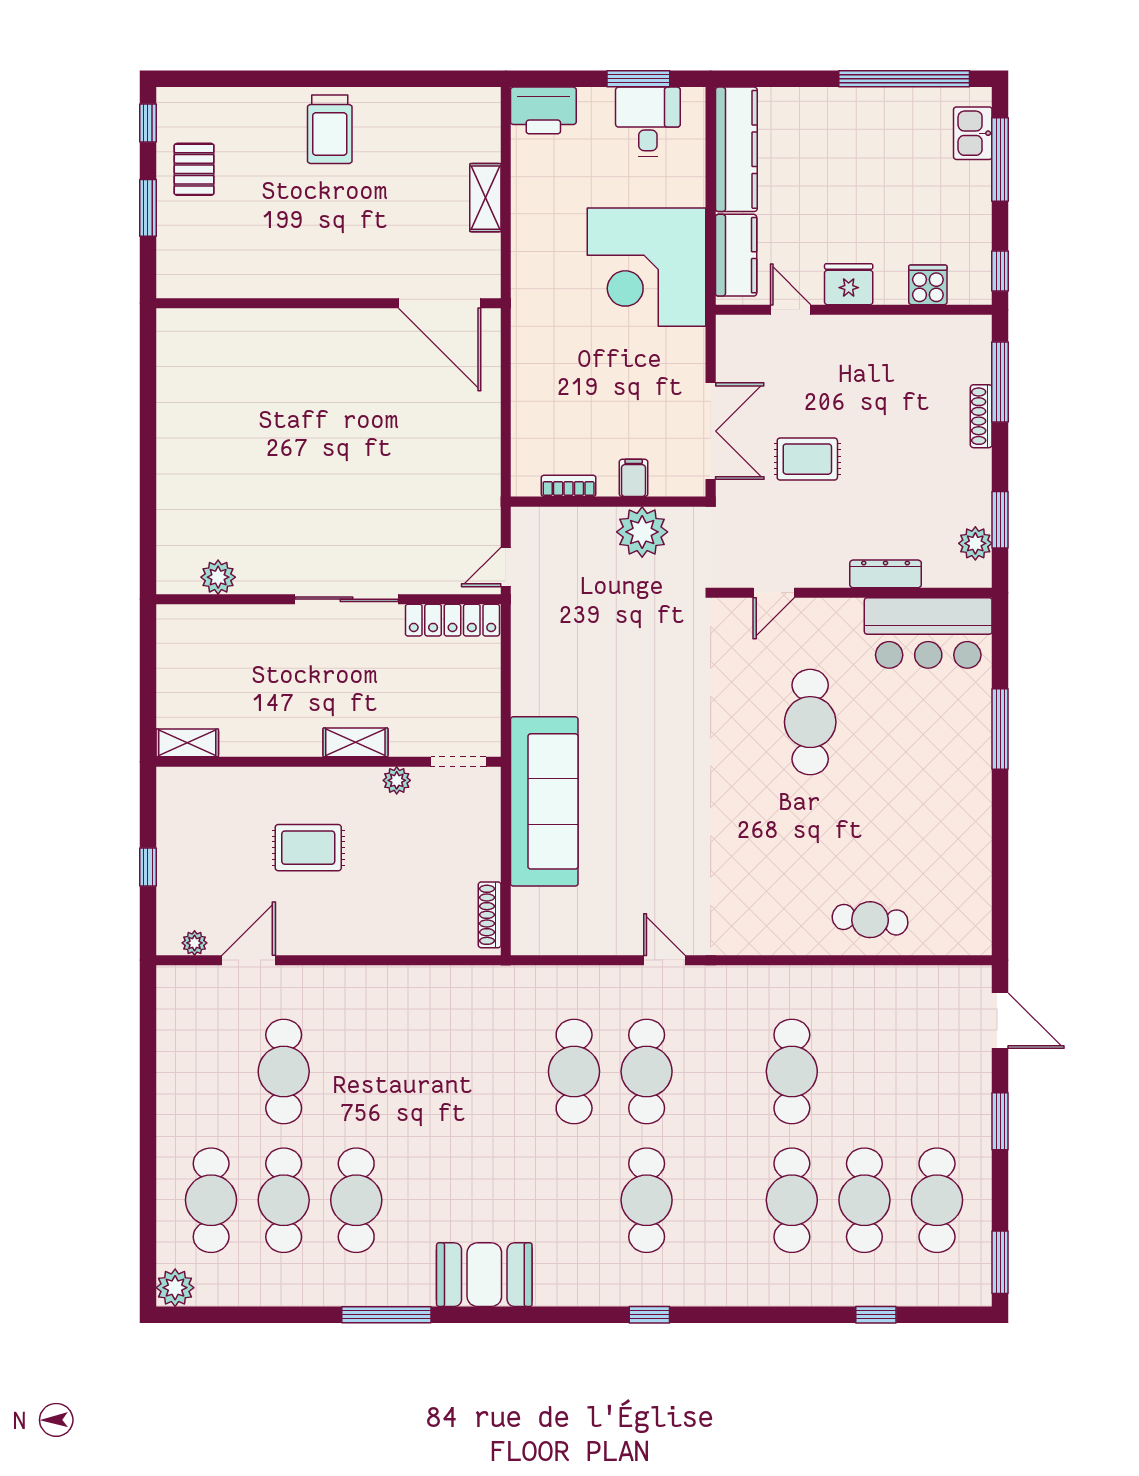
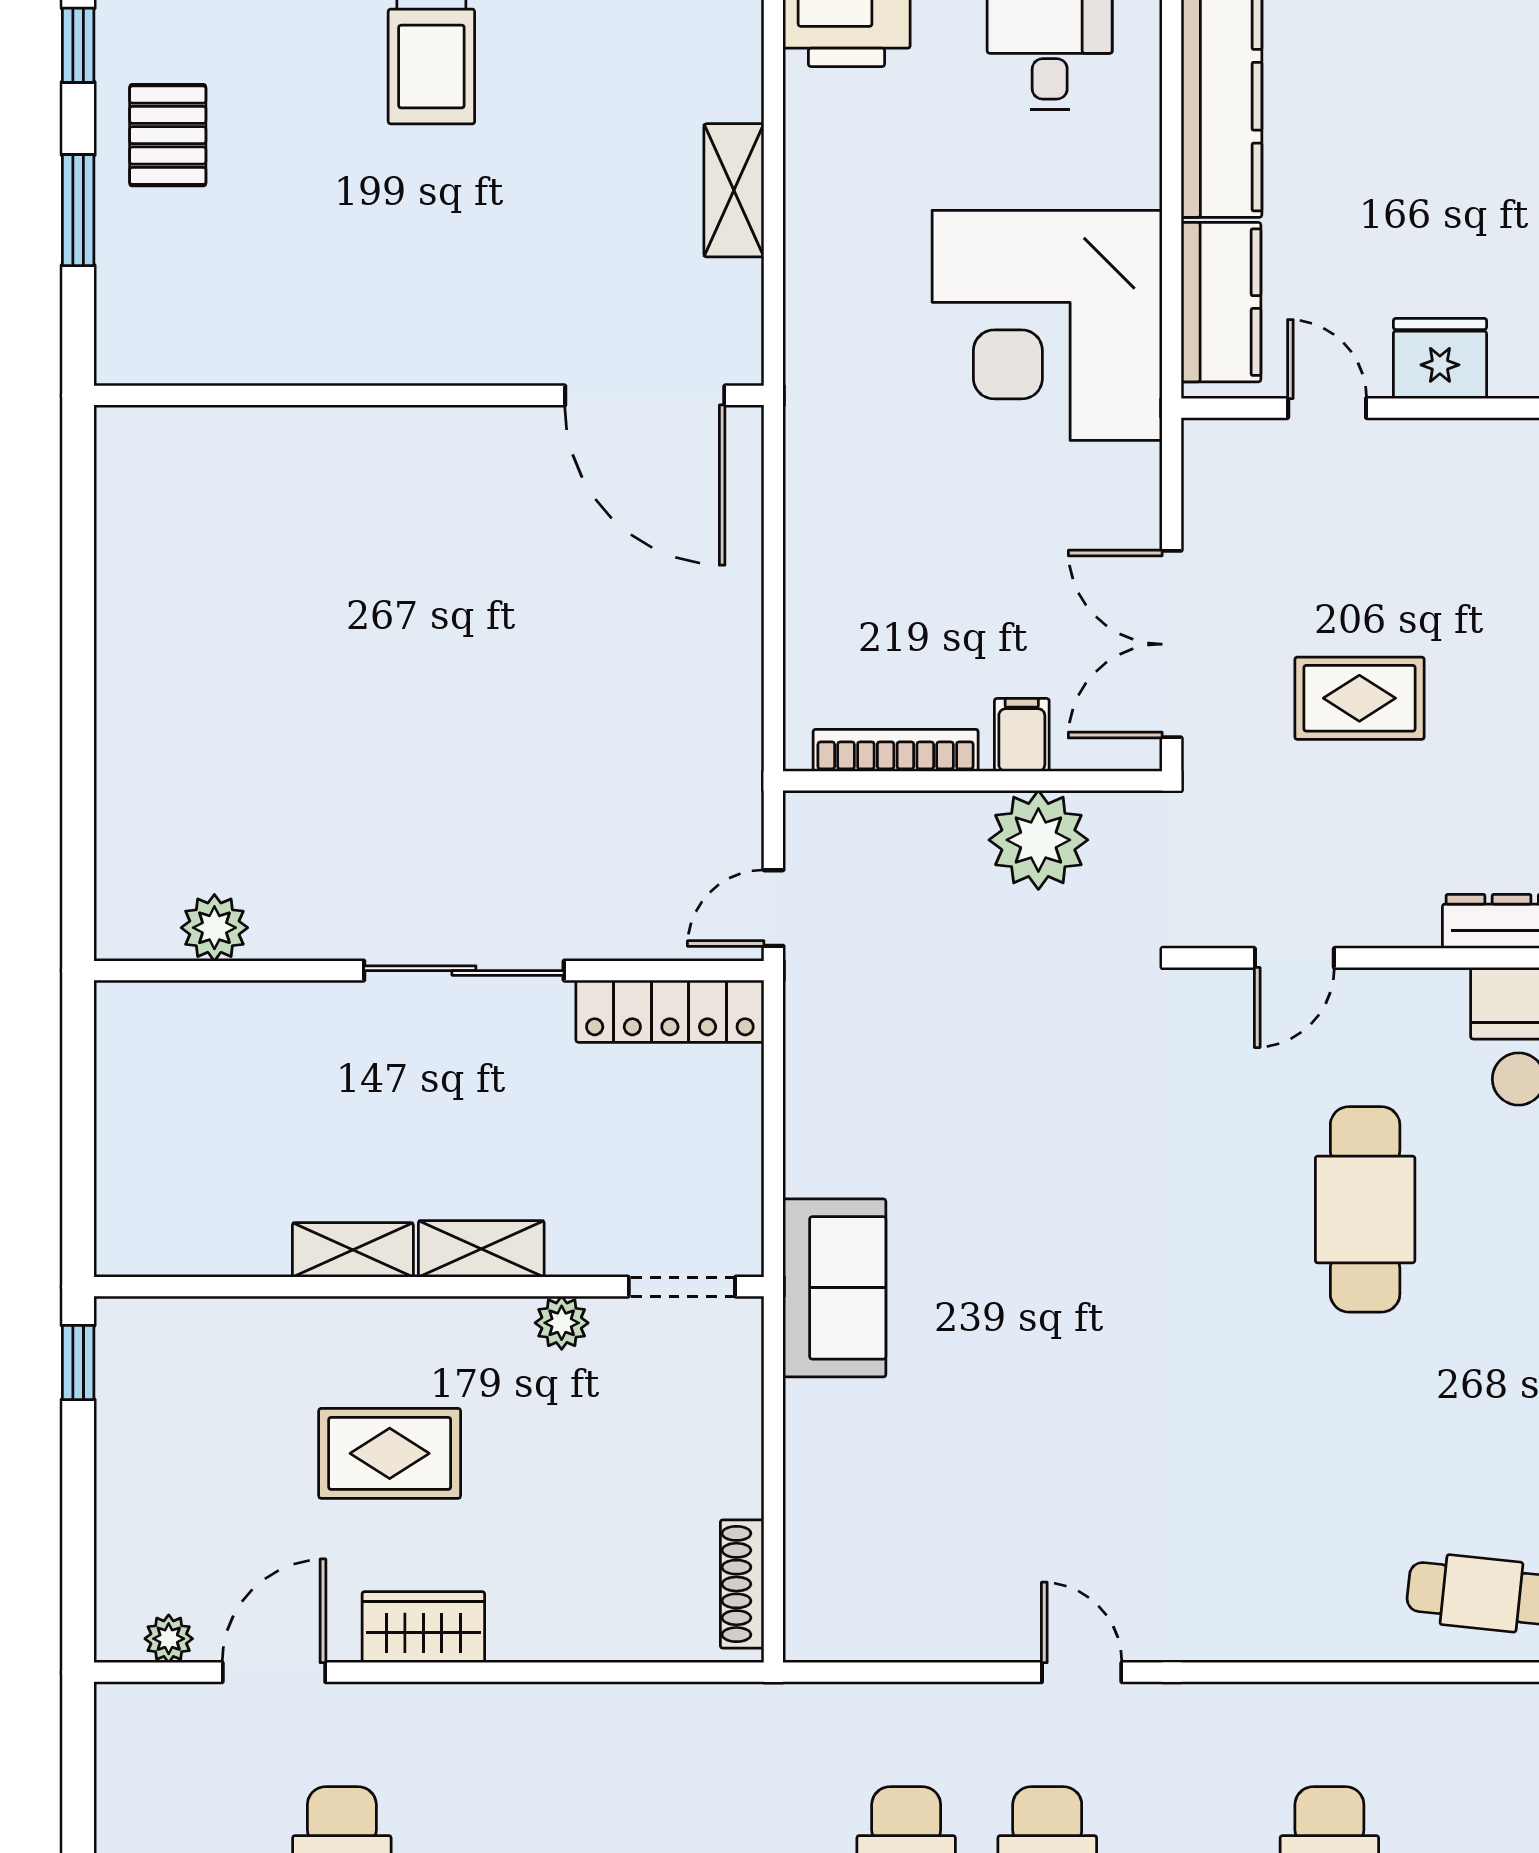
double door: (711, 431) -> (1172, 644), swing flipped
bookcase: (569, 486) -> (896, 750), width x1.56
shelving: (187, 743) -> (353, 1250), moved
sofa: (544, 801) -> (834, 1288), width x0.54, depth x0.79
window: (148, 867) -> (78, 1362), moved
wardrobe: (326, 937) -> (423, 1627), added

